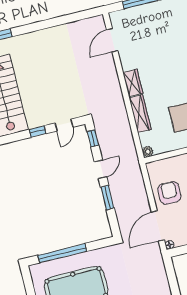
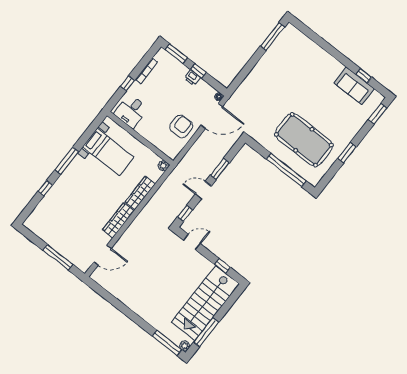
wardrobe: (133, 83) -> (118, 220), width x1.50
window: (38, 132) -> (222, 266), moved
armchair: (169, 193) -> (181, 126), turned 180

